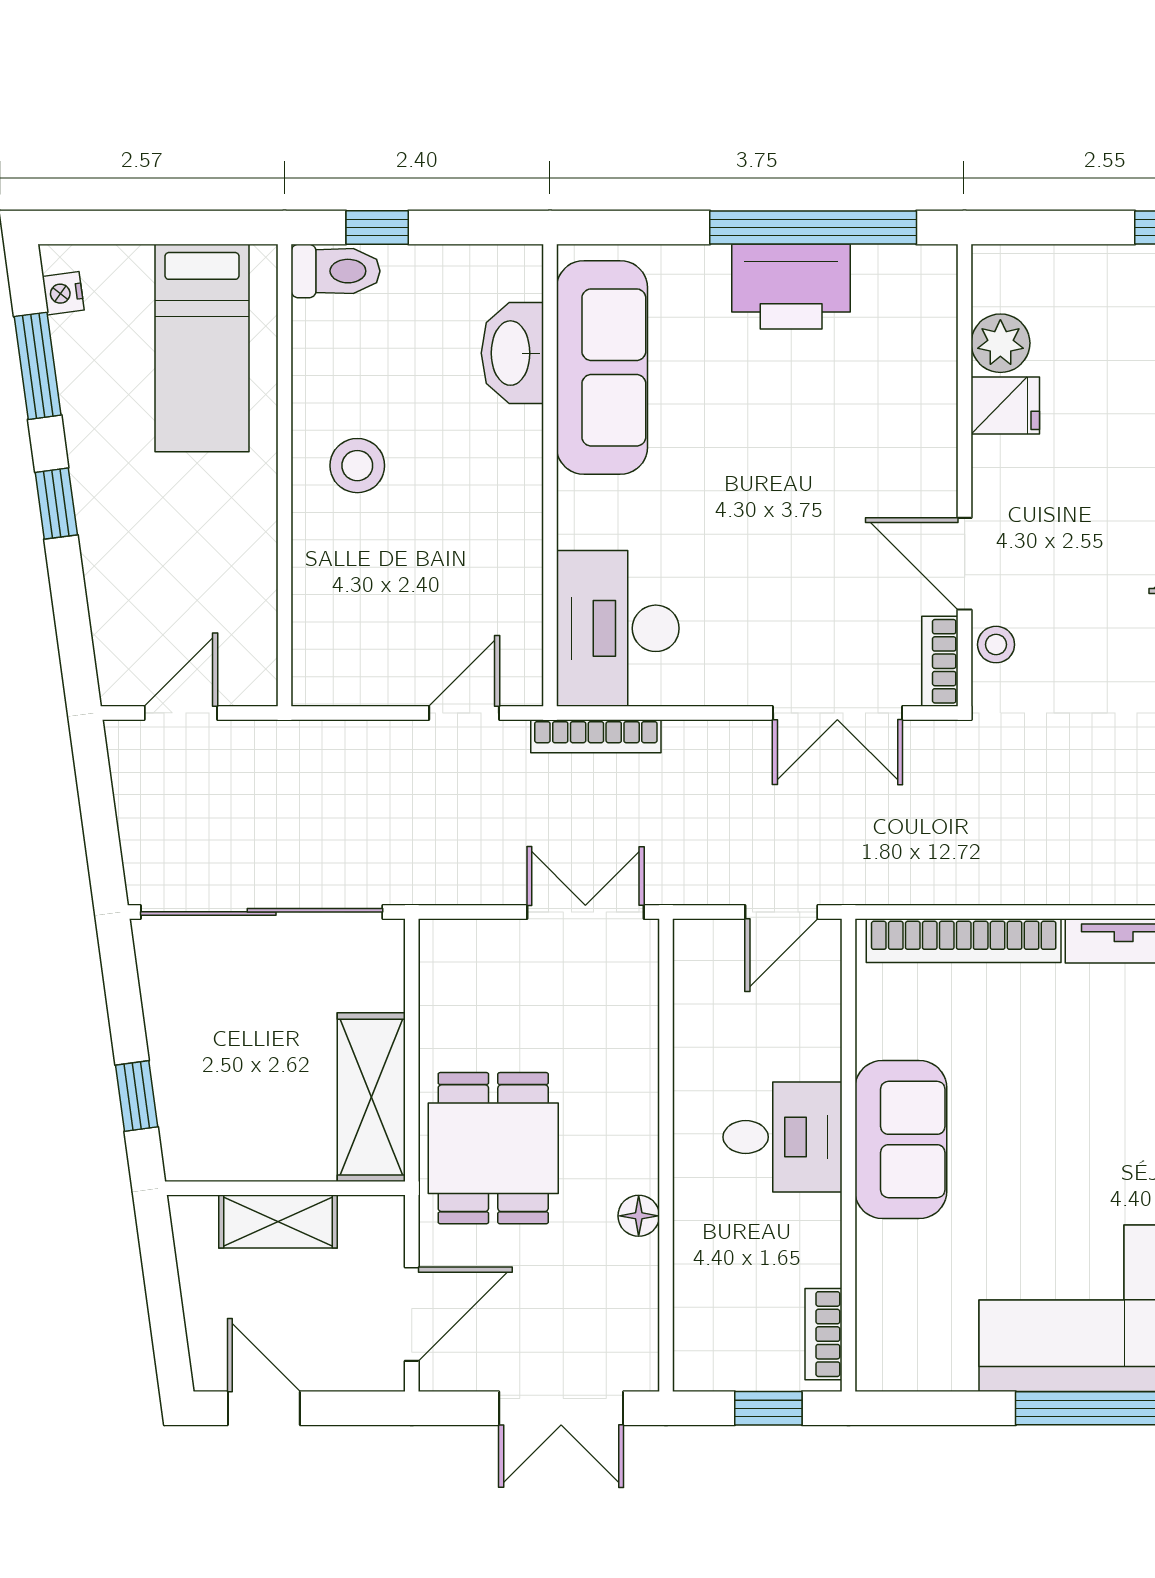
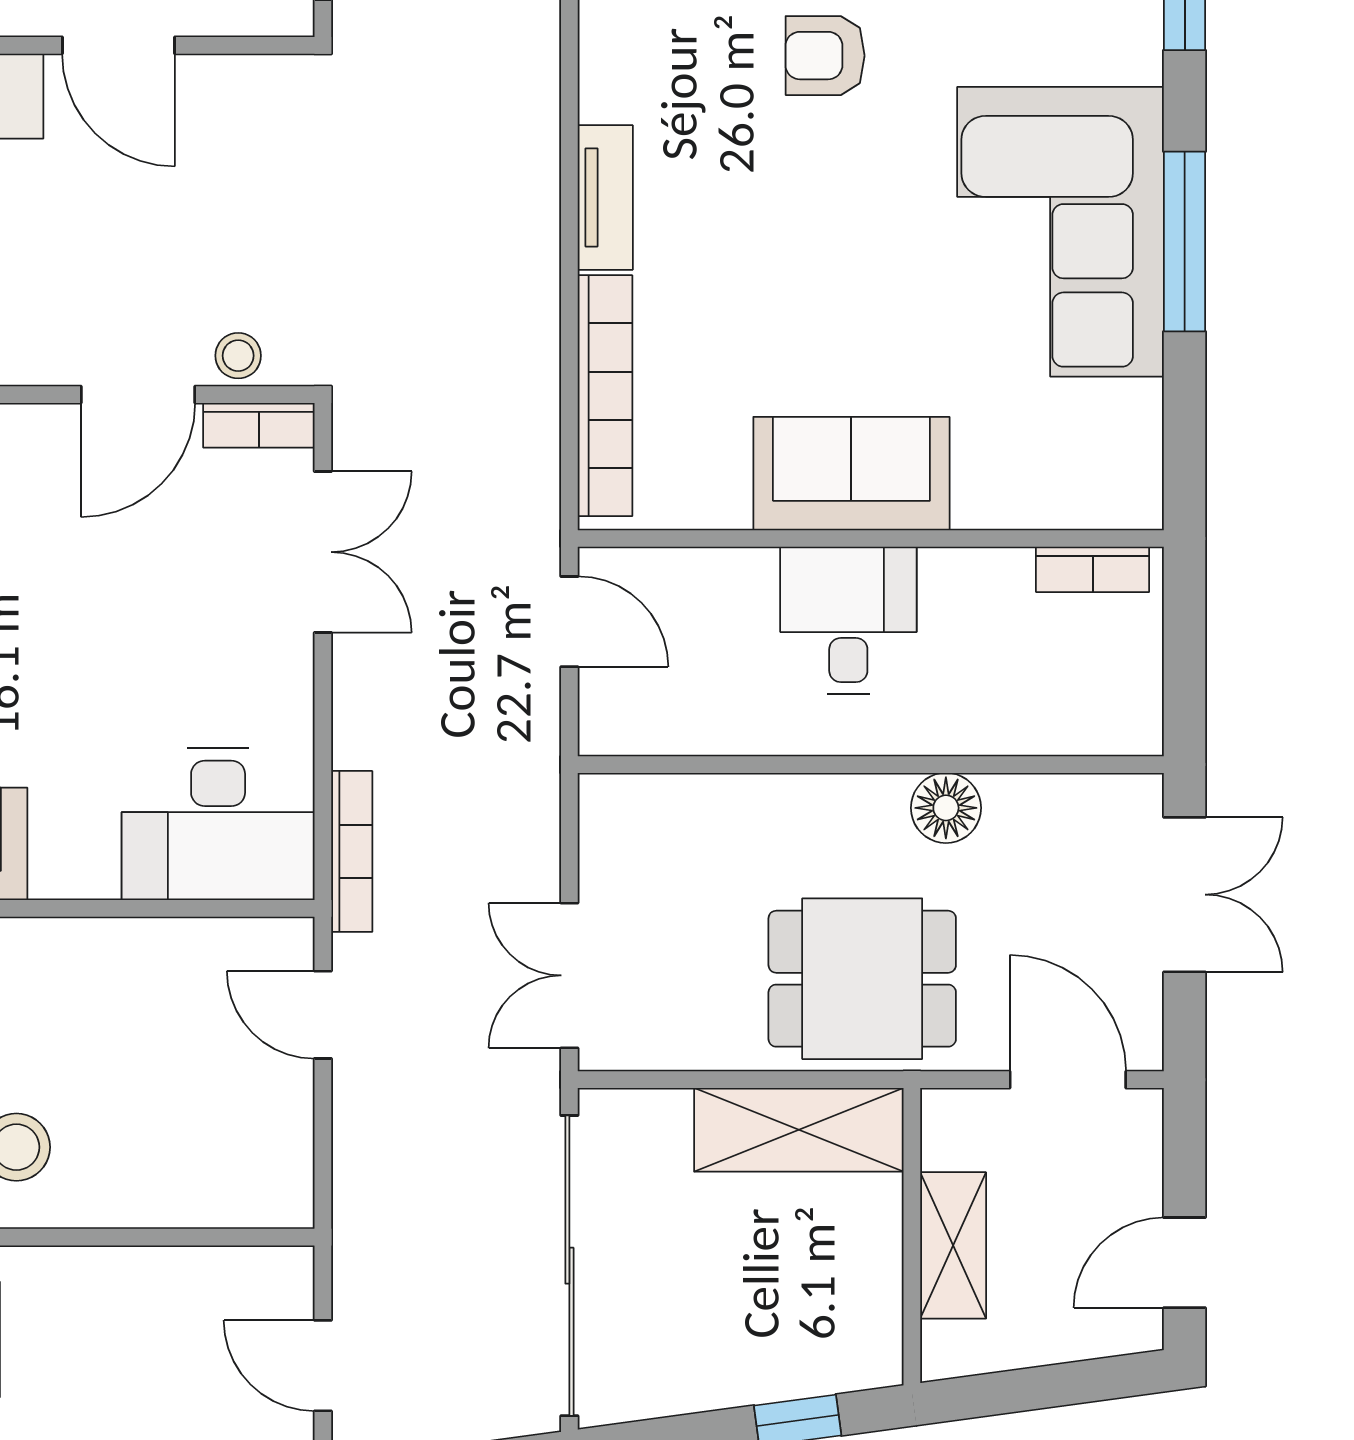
double door: (585, 912) -> (569, 975), moved
floor lamp: (639, 1216) -> (946, 808), width x1.37, depth x1.37
window: (768, 1408) -> (1185, 638), removed

